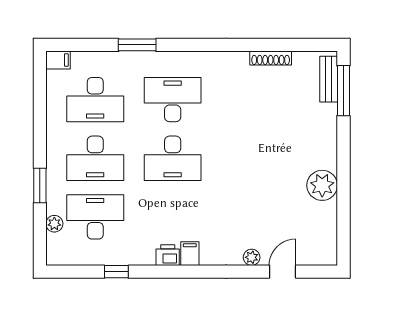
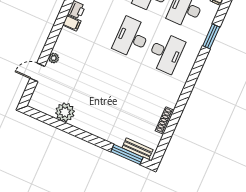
window: (137, 45) -> (211, 36), moved
plant: (322, 185) -> (65, 112), moved
door: (283, 272) -> (37, 72), swing flipped

